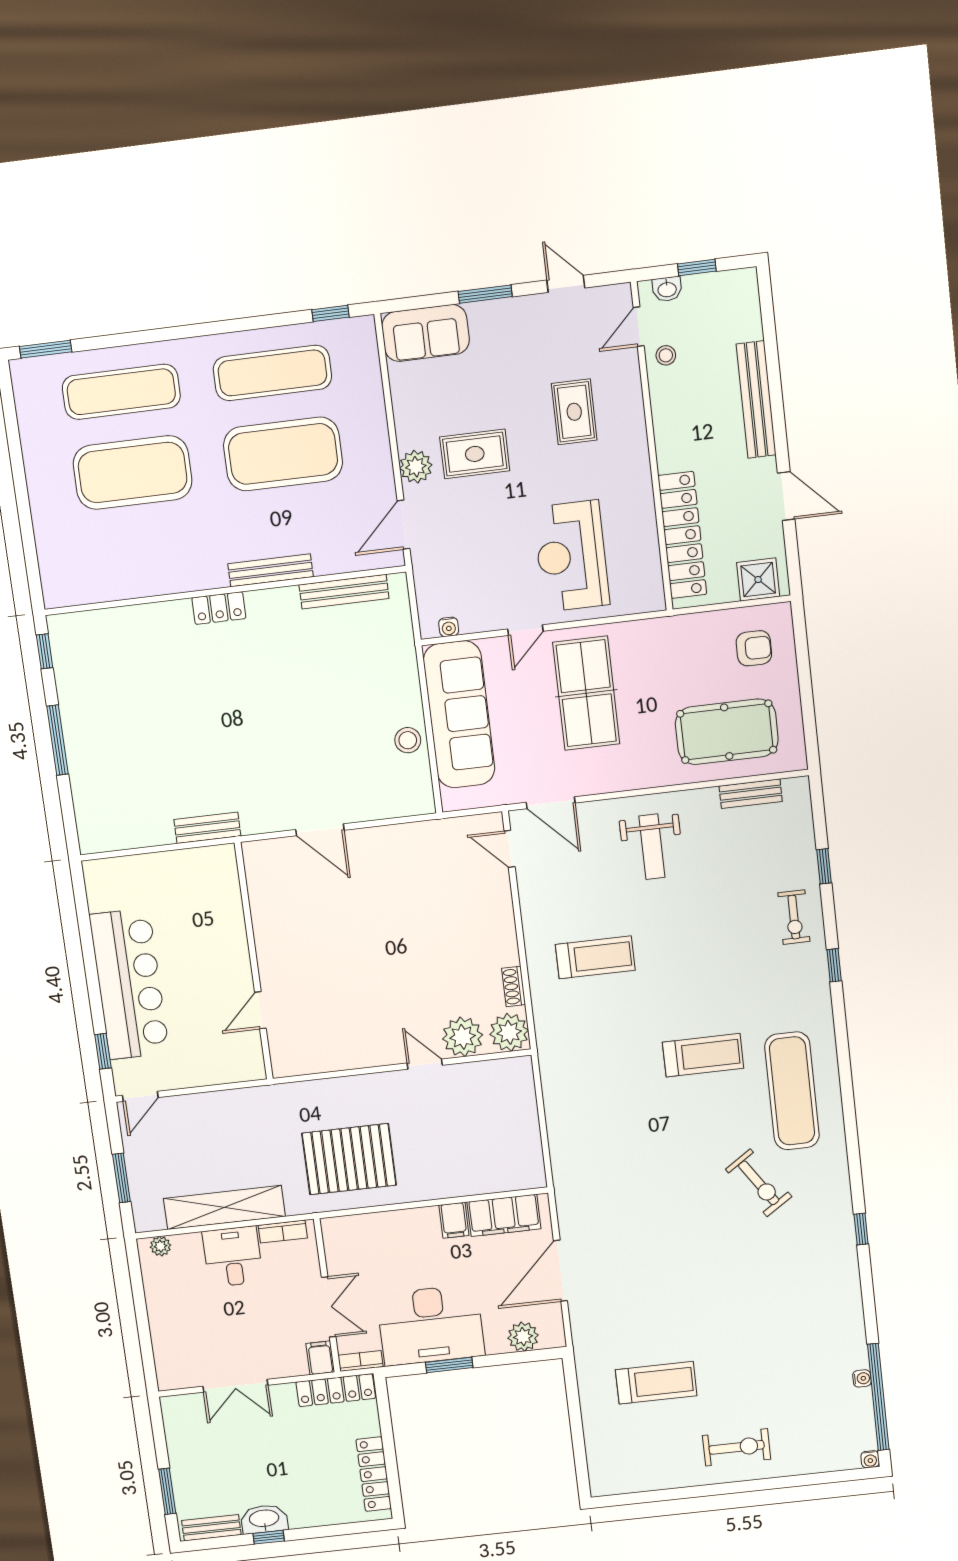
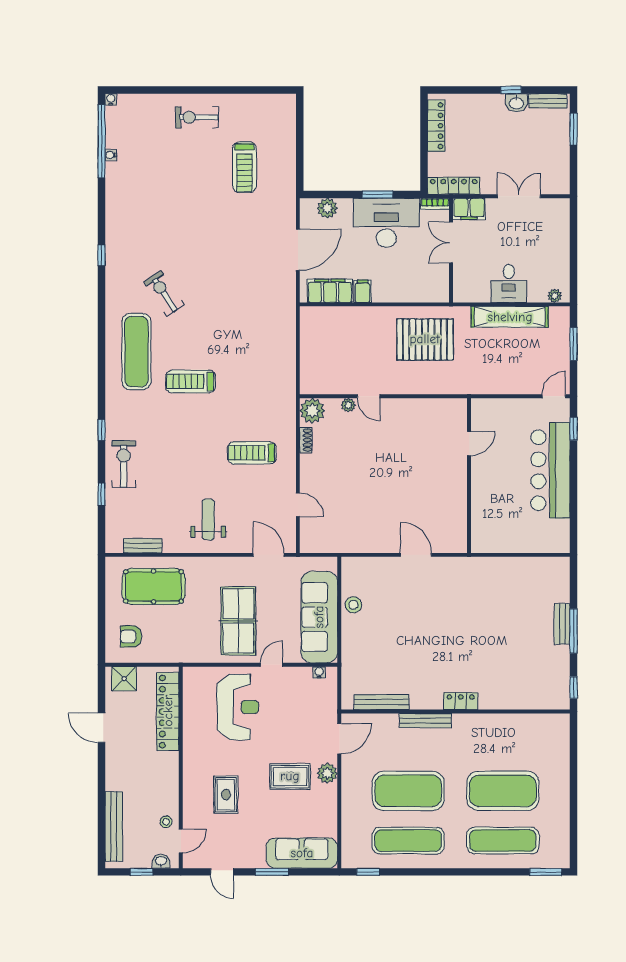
sofa: (426, 333) -> (302, 853), width x1.36
bench: (756, 400) -> (114, 827), moved
bench: (207, 828) -> (562, 624), moved, turned 90
door: (510, 849) -> (298, 505), moved
exercise bike: (794, 917) -> (124, 464), width x1.38, depth x1.39
plant: (463, 1037) -> (348, 405), width x0.53, depth x0.53
bookcase: (283, 1232) -> (474, 296), removed
filing cabinet: (320, 1358) -> (469, 209), width x2.00
treadmill: (656, 1383) -> (244, 167), turned -90
washbasin: (264, 1519) -> (516, 103), width x0.72

